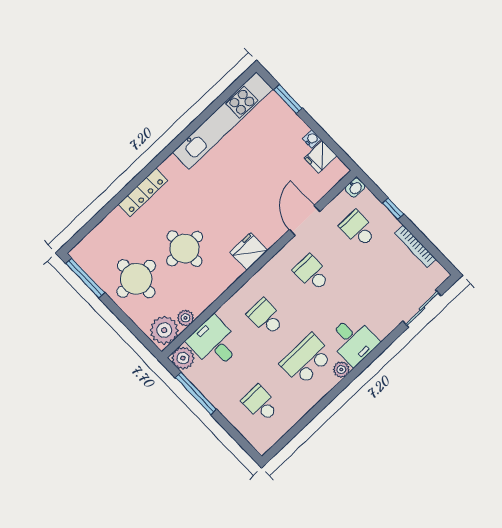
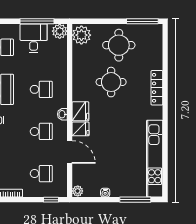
window: (288, 99) -> (135, 200), width x1.44
fridge: (320, 157) -> (81, 129), moved, turned 90
washbasin: (355, 187) -> (62, 114), moved
window: (393, 209) -> (51, 200), moved
plant: (186, 318) -> (78, 191), moved
desk: (214, 343) -> (34, 38), moved, turned -90

